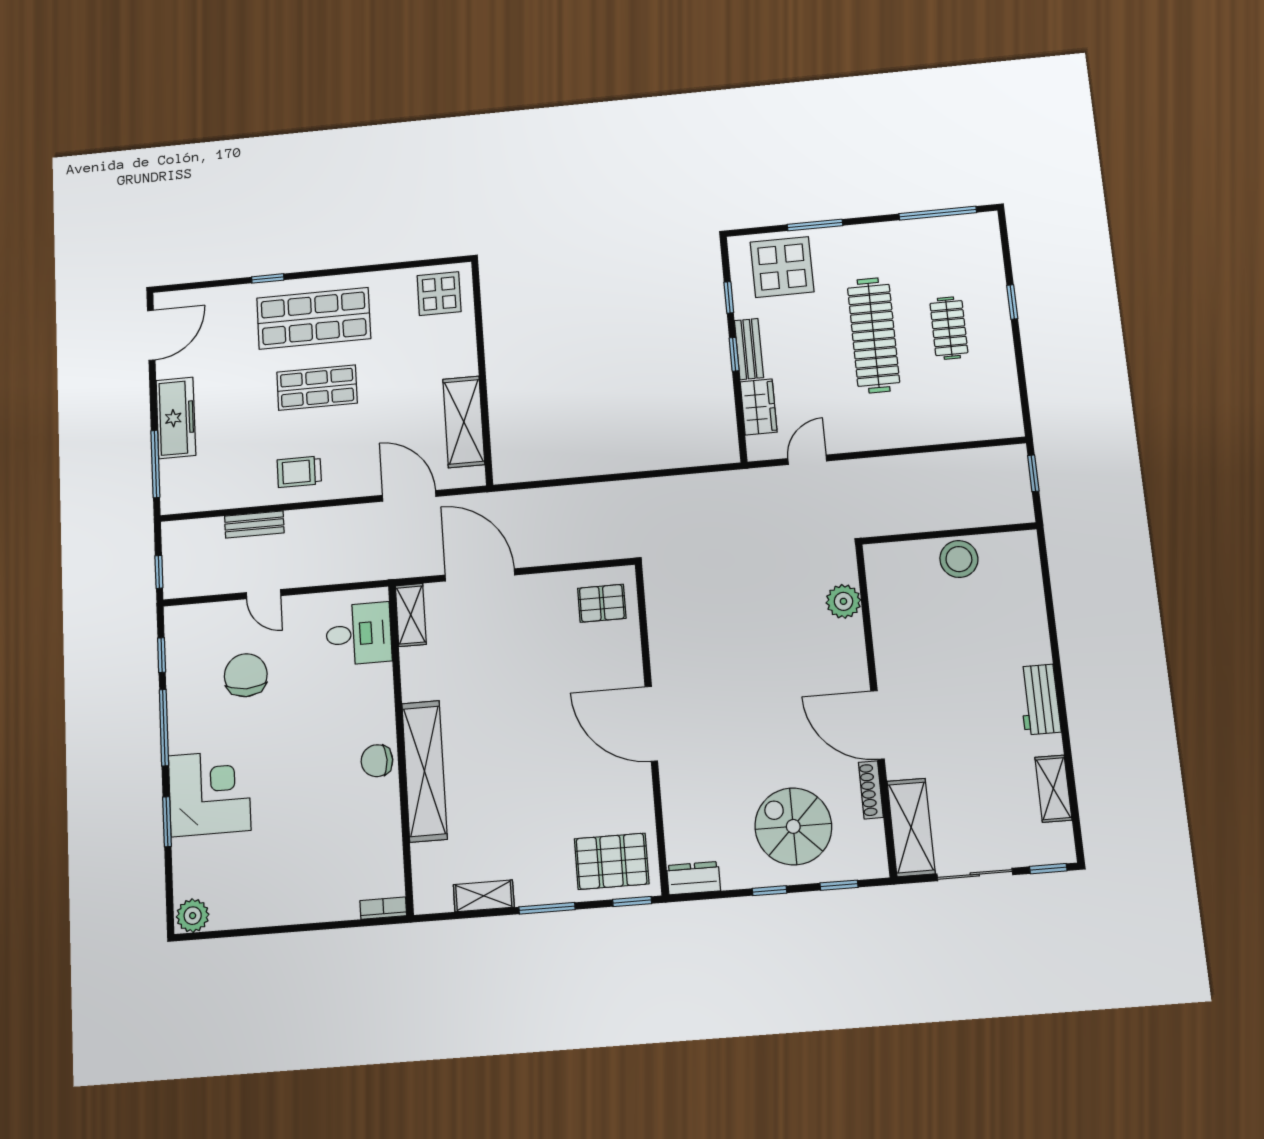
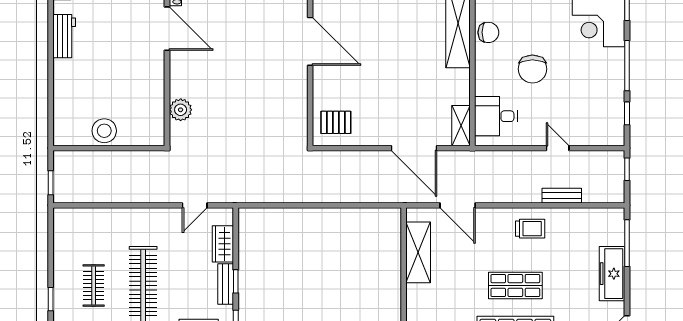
chair: (246, 675) -> (532, 69), moved

